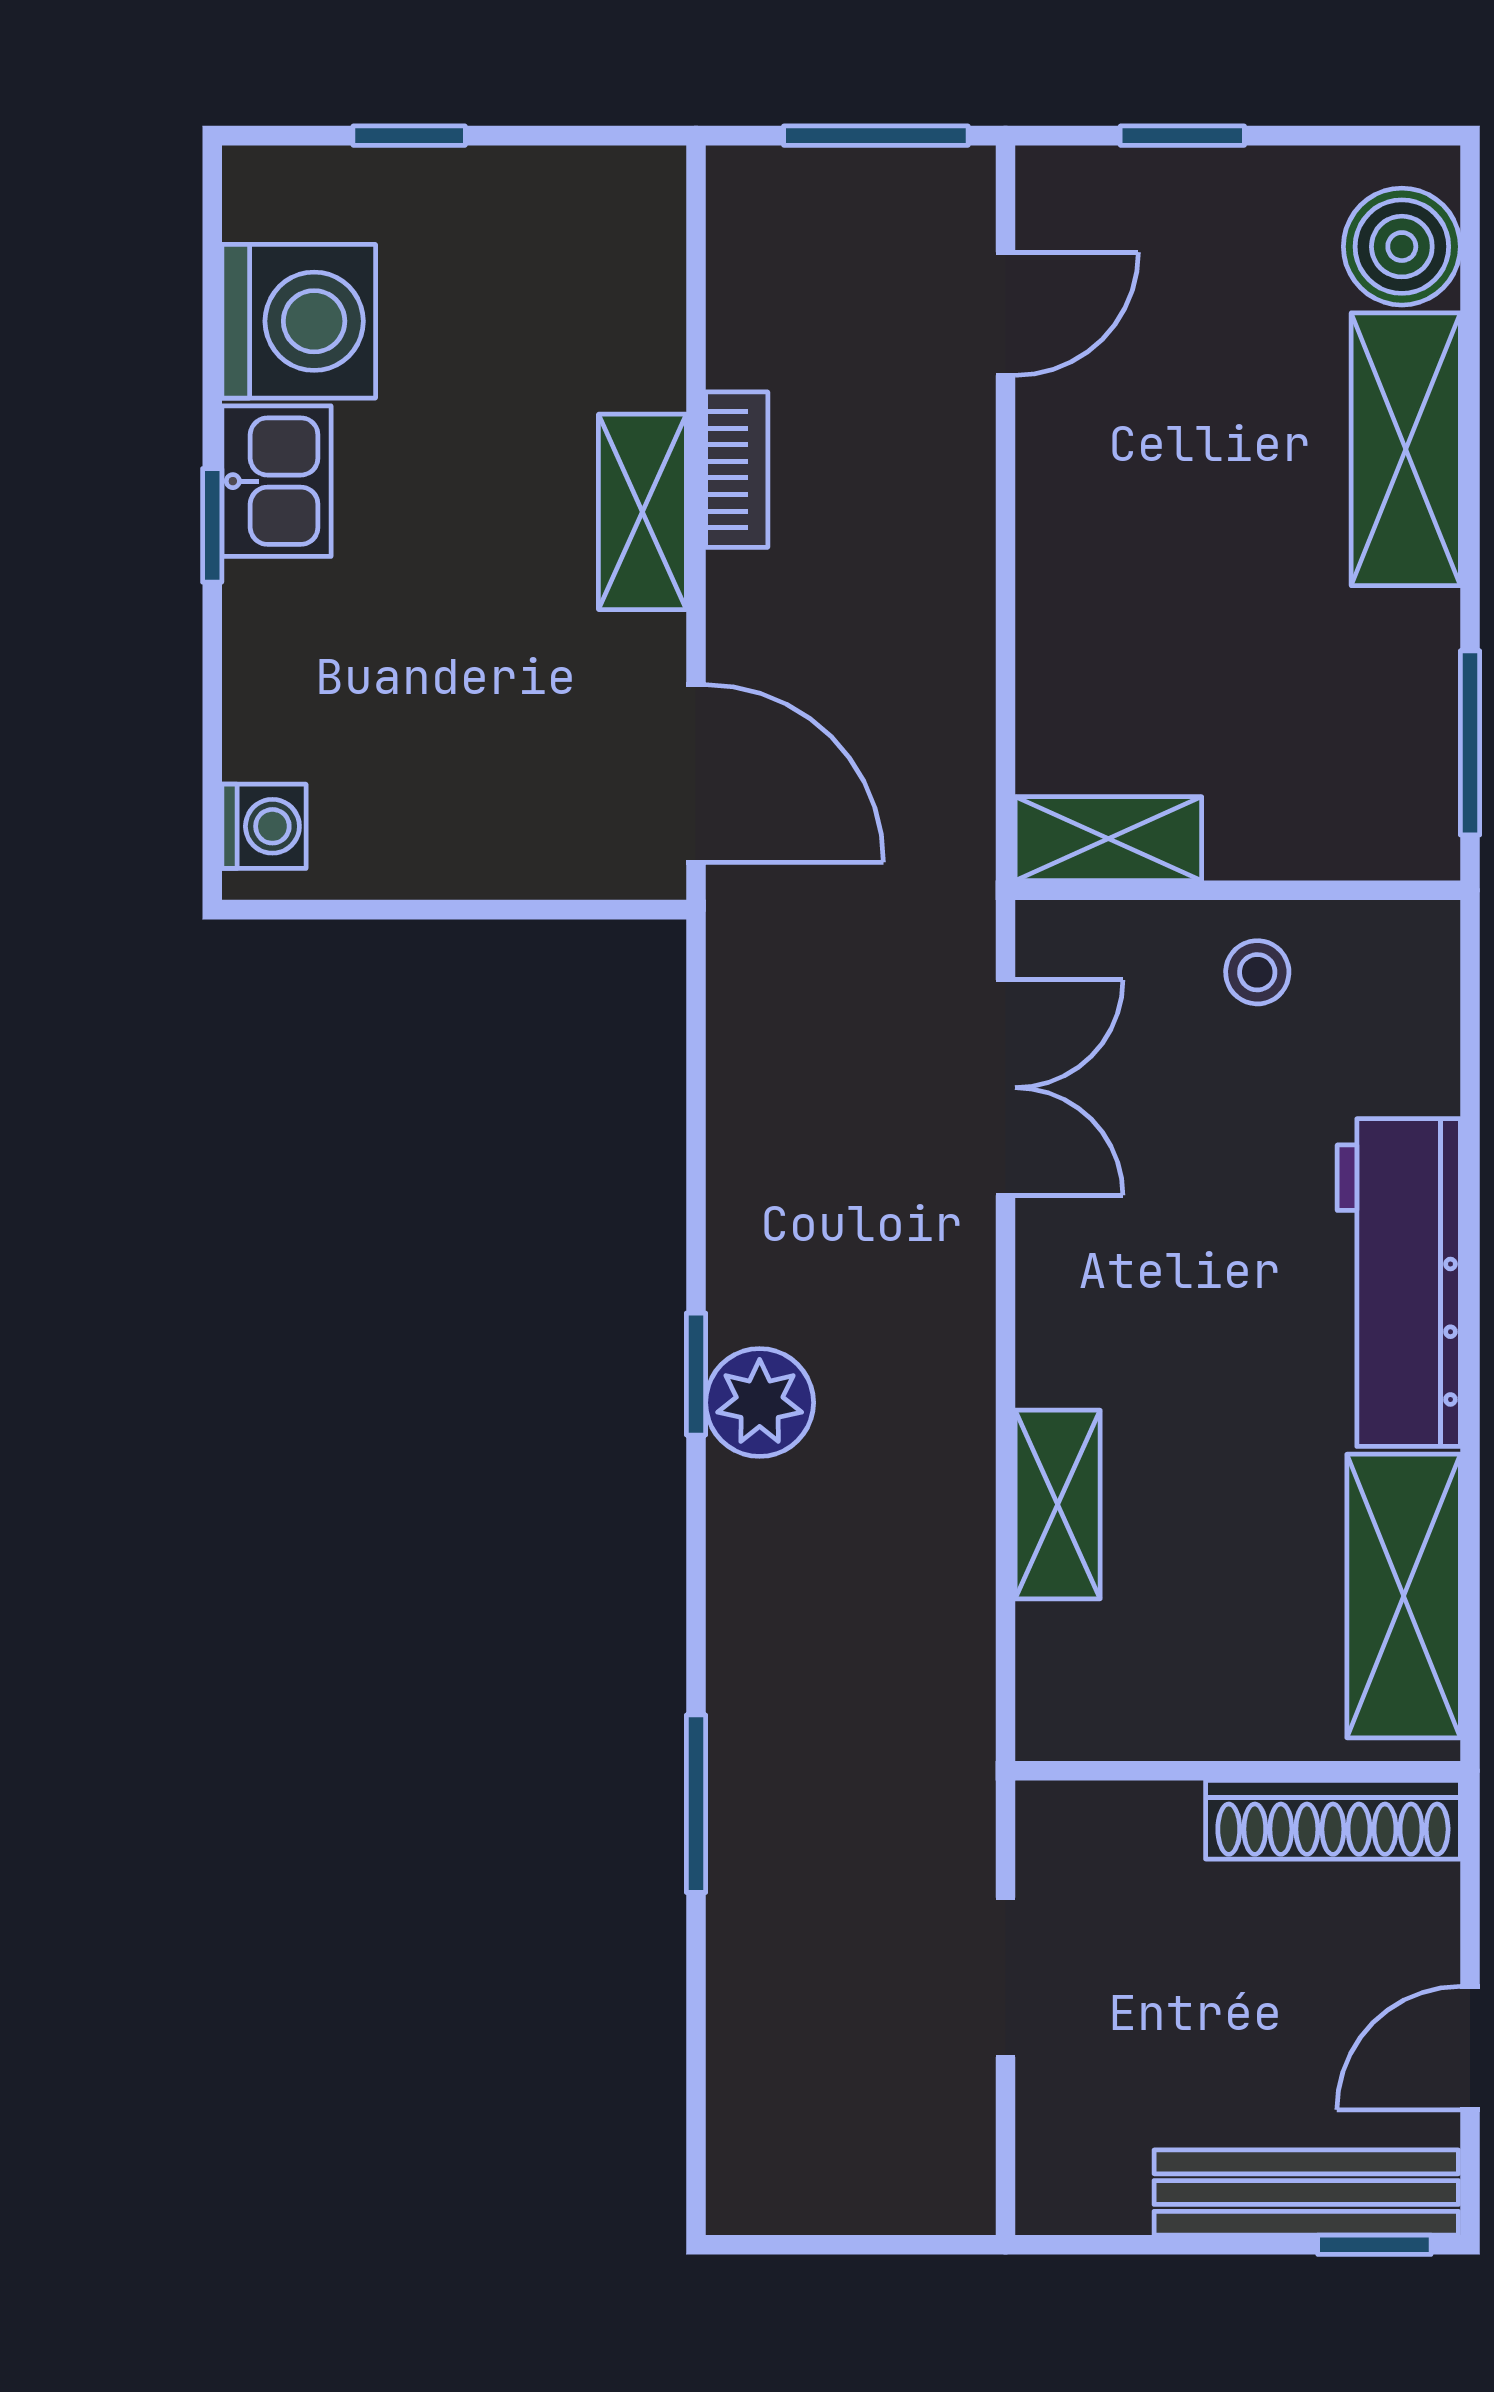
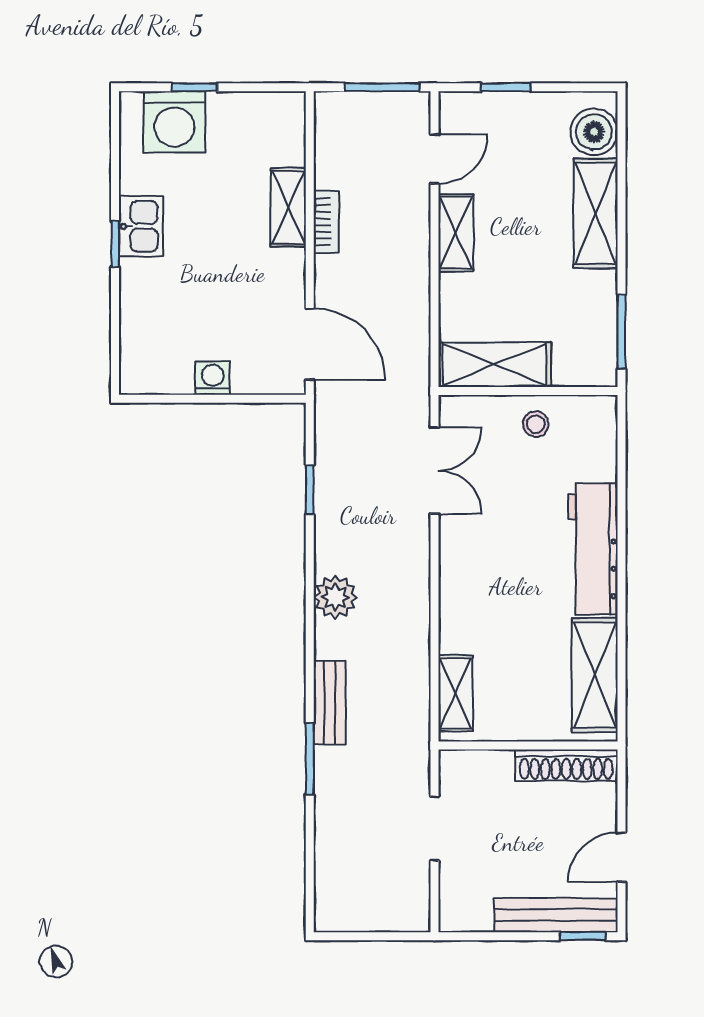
washing machine: (299, 321) -> (174, 122), moved, turned 90
shelving: (1059, 497) -> (456, 233), added
shelving: (642, 512) -> (288, 207), moved
washing machine: (264, 826) -> (213, 378), moved, turned -90
shelving: (1108, 839) -> (495, 365), width x1.50, depth x1.33
window: (696, 1374) -> (310, 490), moved
shelving: (1058, 1505) -> (455, 693), moved
bench: (745, 1665) -> (330, 703), added

